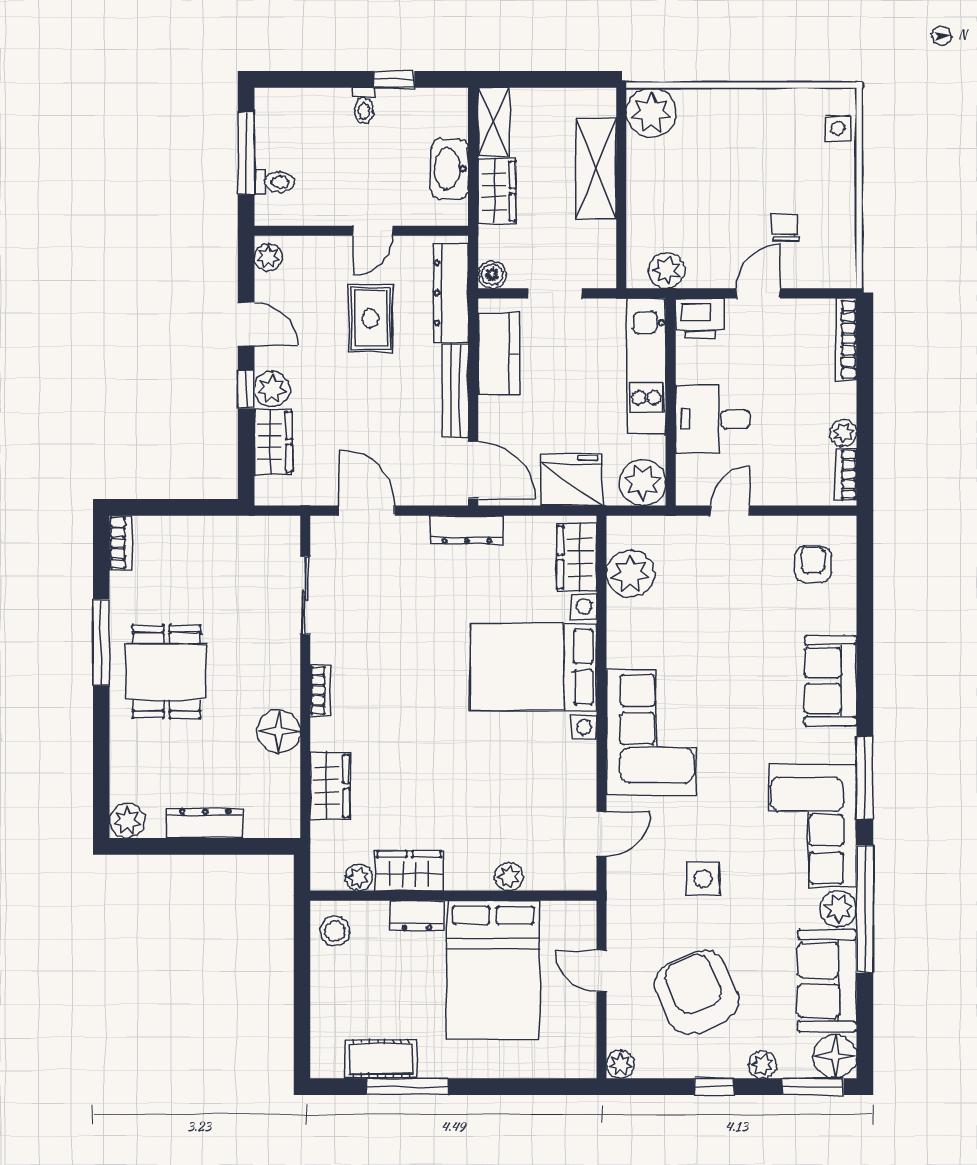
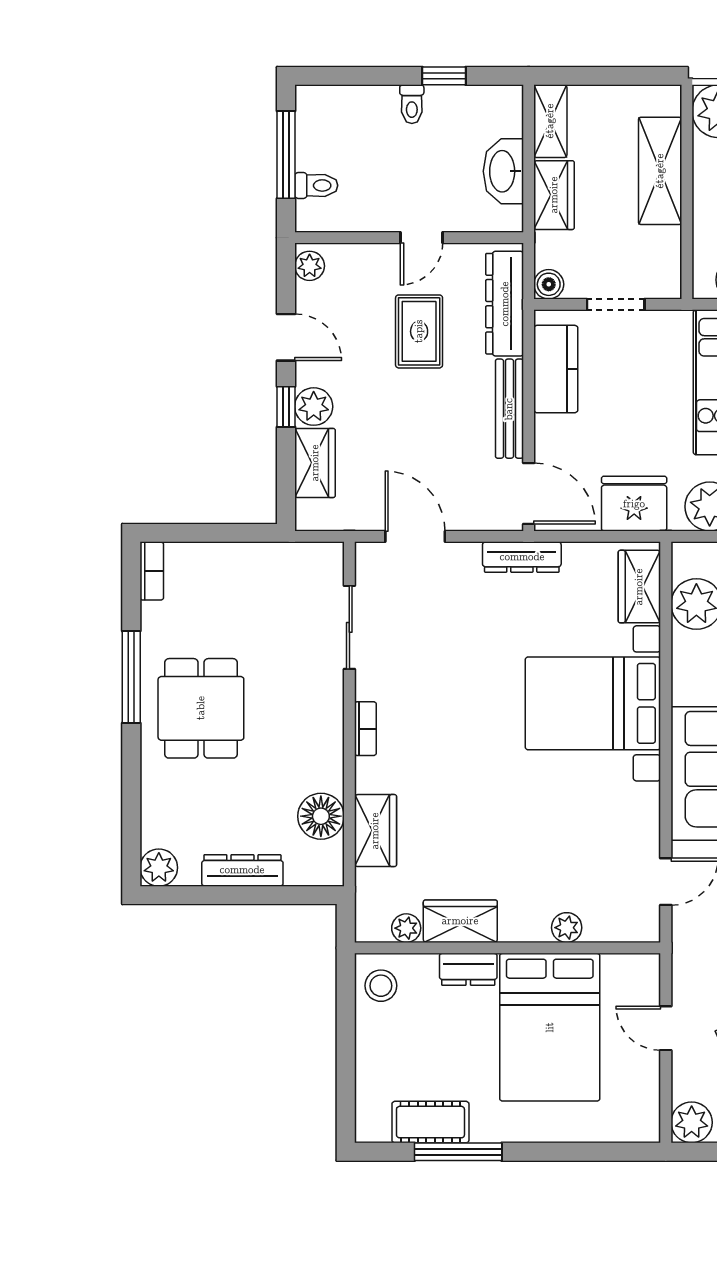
floor lamp: (279, 732) -> (321, 816), moved
plant: (620, 1064) -> (692, 1122), width x1.38, depth x1.38

